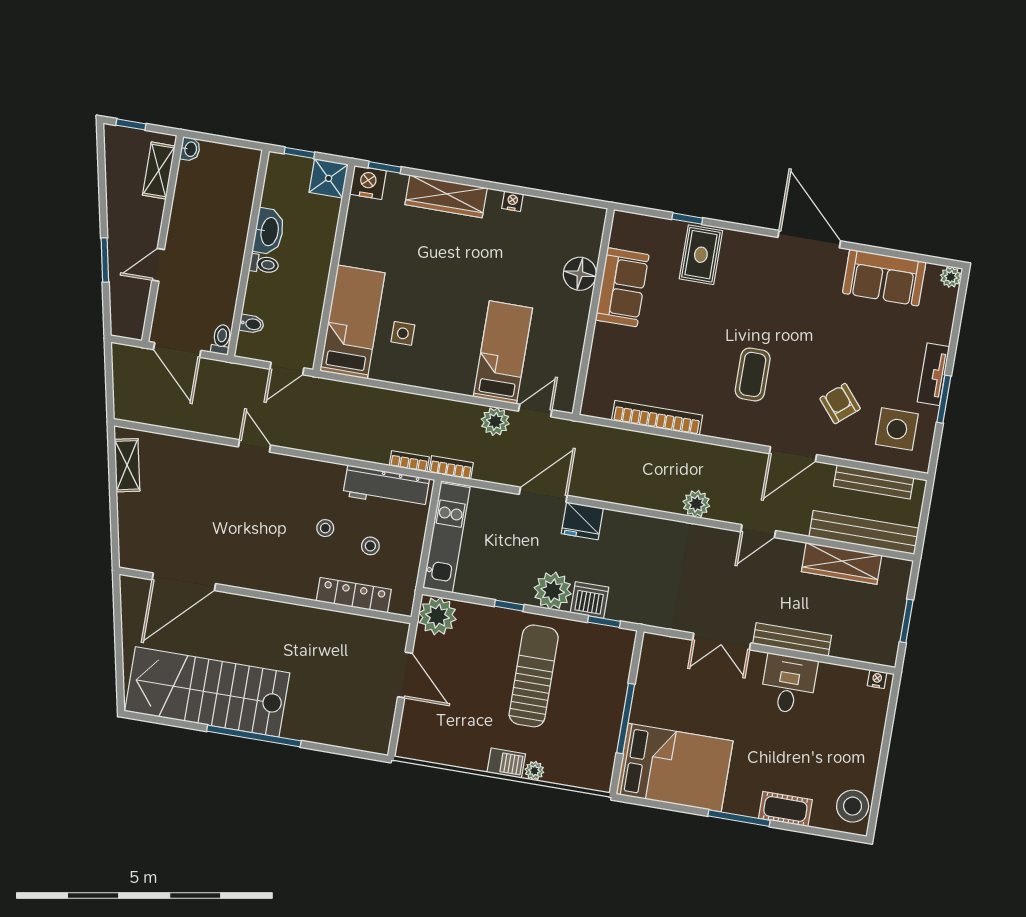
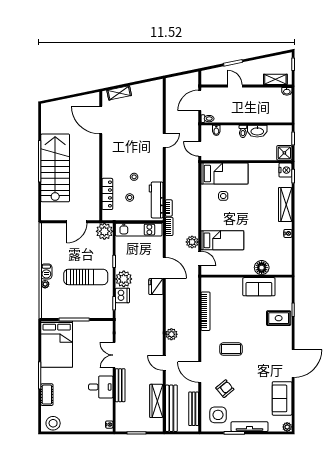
tv unit: (933, 374) -> (250, 427), width x1.41
shelving: (127, 465) -> (119, 93), moved
stairs: (207, 692) -> (55, 168), moved

